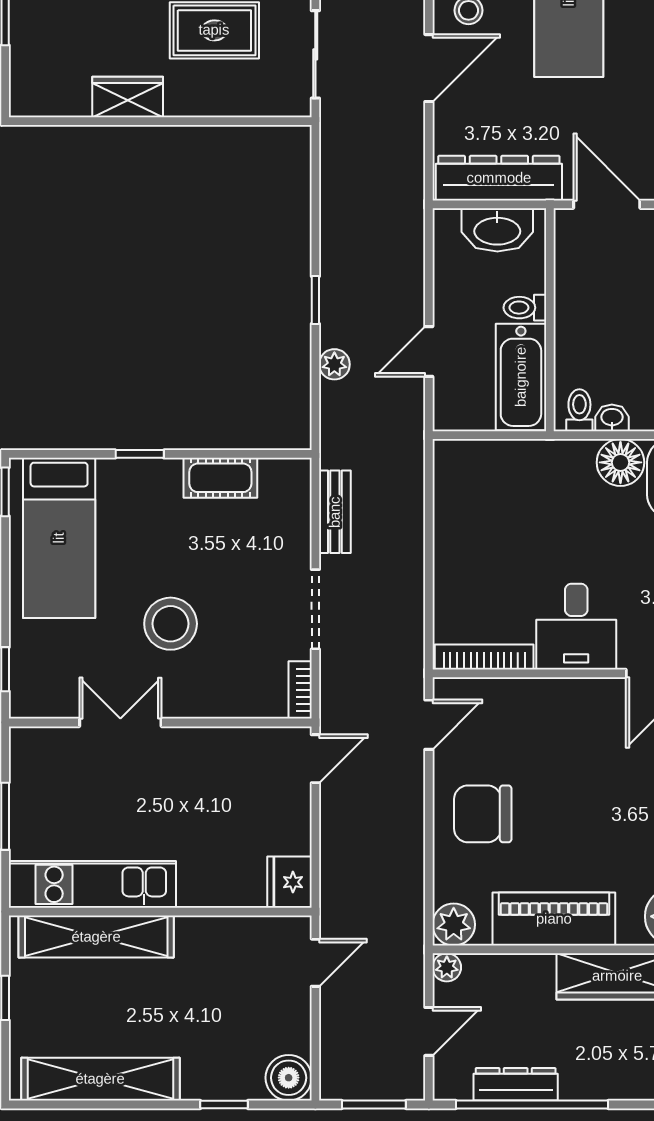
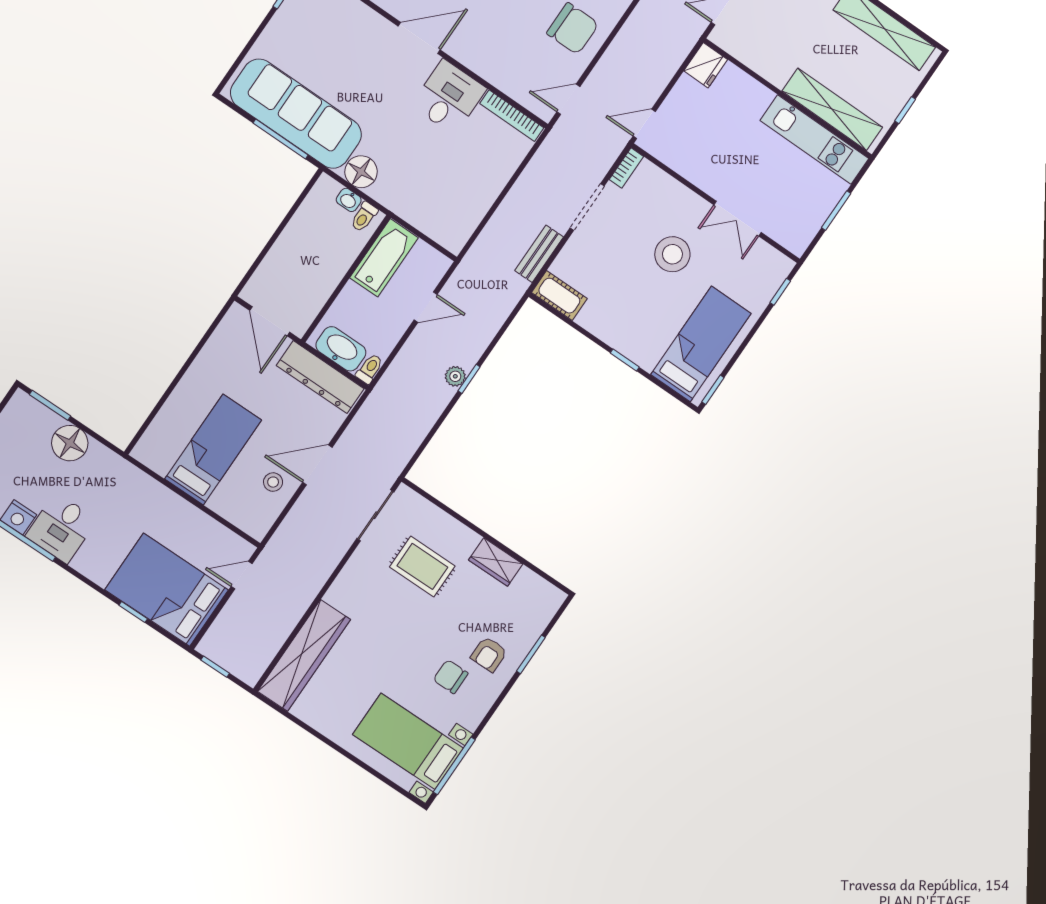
toilet: (525, 308) -> (370, 369), moved, turned -90
plant: (334, 364) -> (455, 376), moved
cot: (220, 478) -> (559, 296), moved

